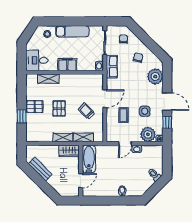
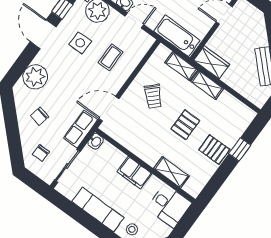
door: (105, 99) -> (109, 109), moved
bathtub: (89, 159) -> (177, 36), moved, turned 90

